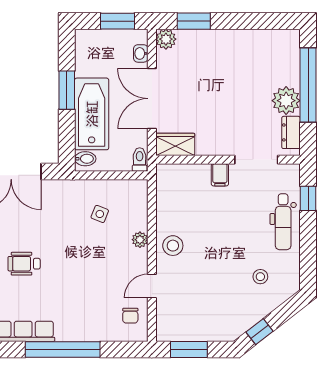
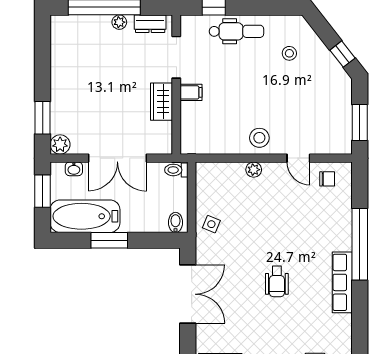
plant: (286, 101) -> (119, 22), width x0.53, depth x0.53
bathtub: (92, 114) -> (85, 216), moved
wardrobe: (175, 144) -> (162, 102), moved
side table: (100, 214) -> (211, 224), moved

